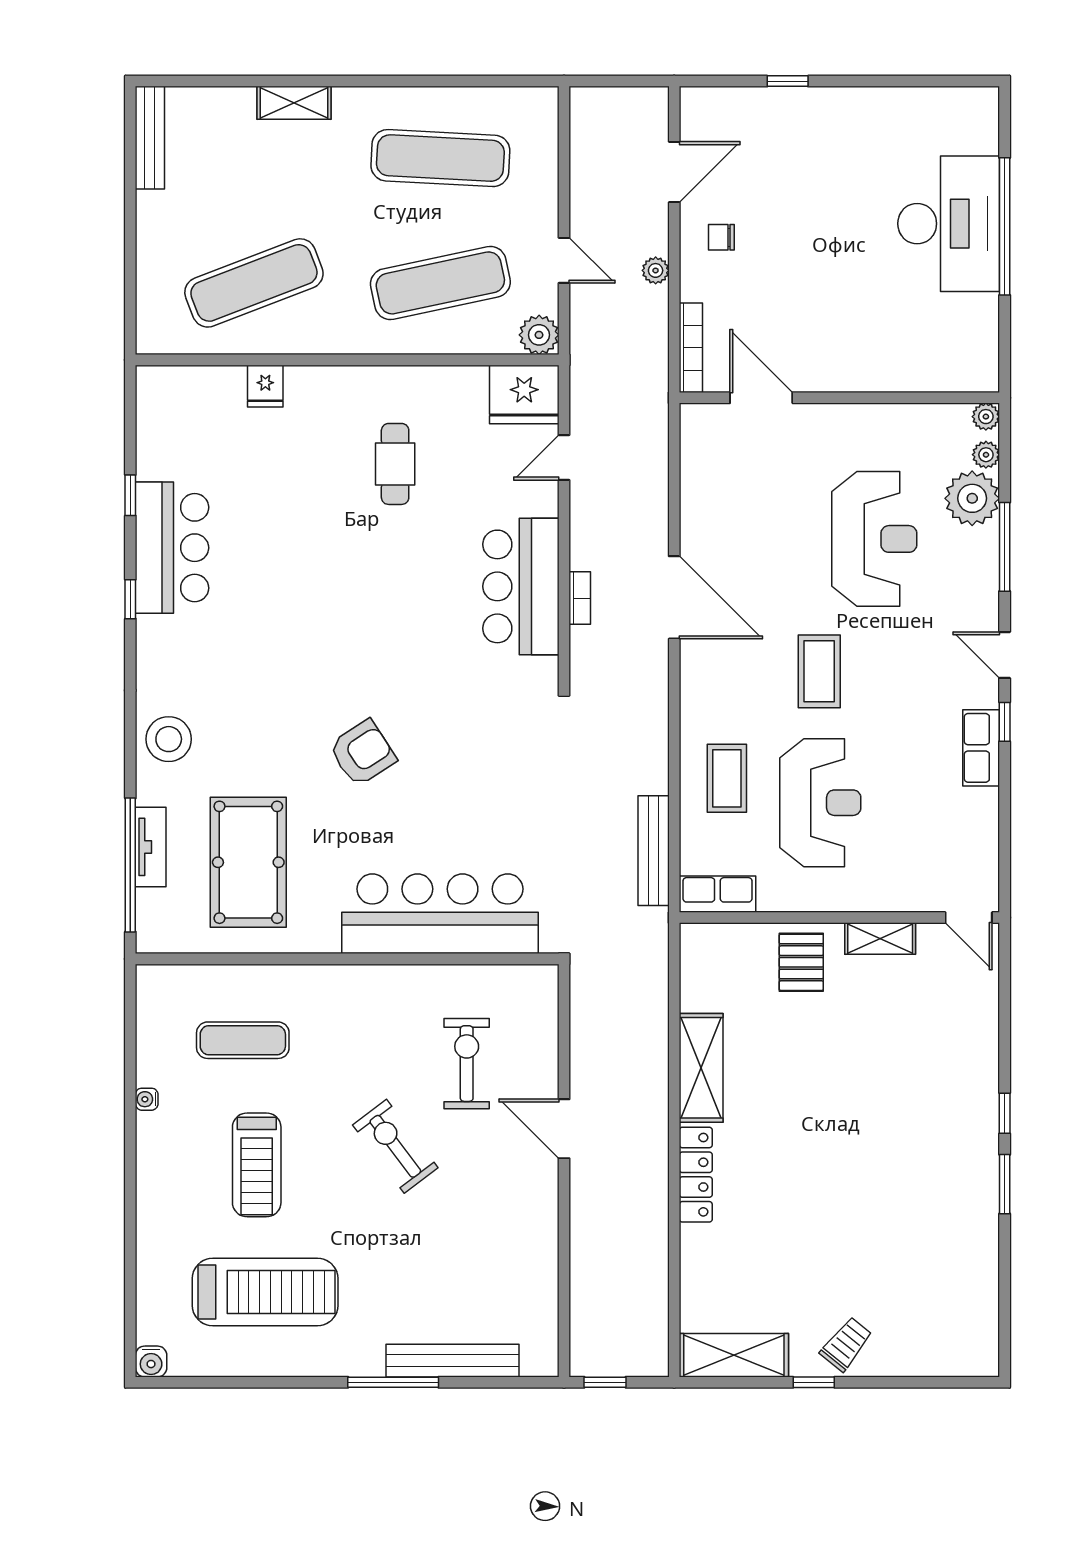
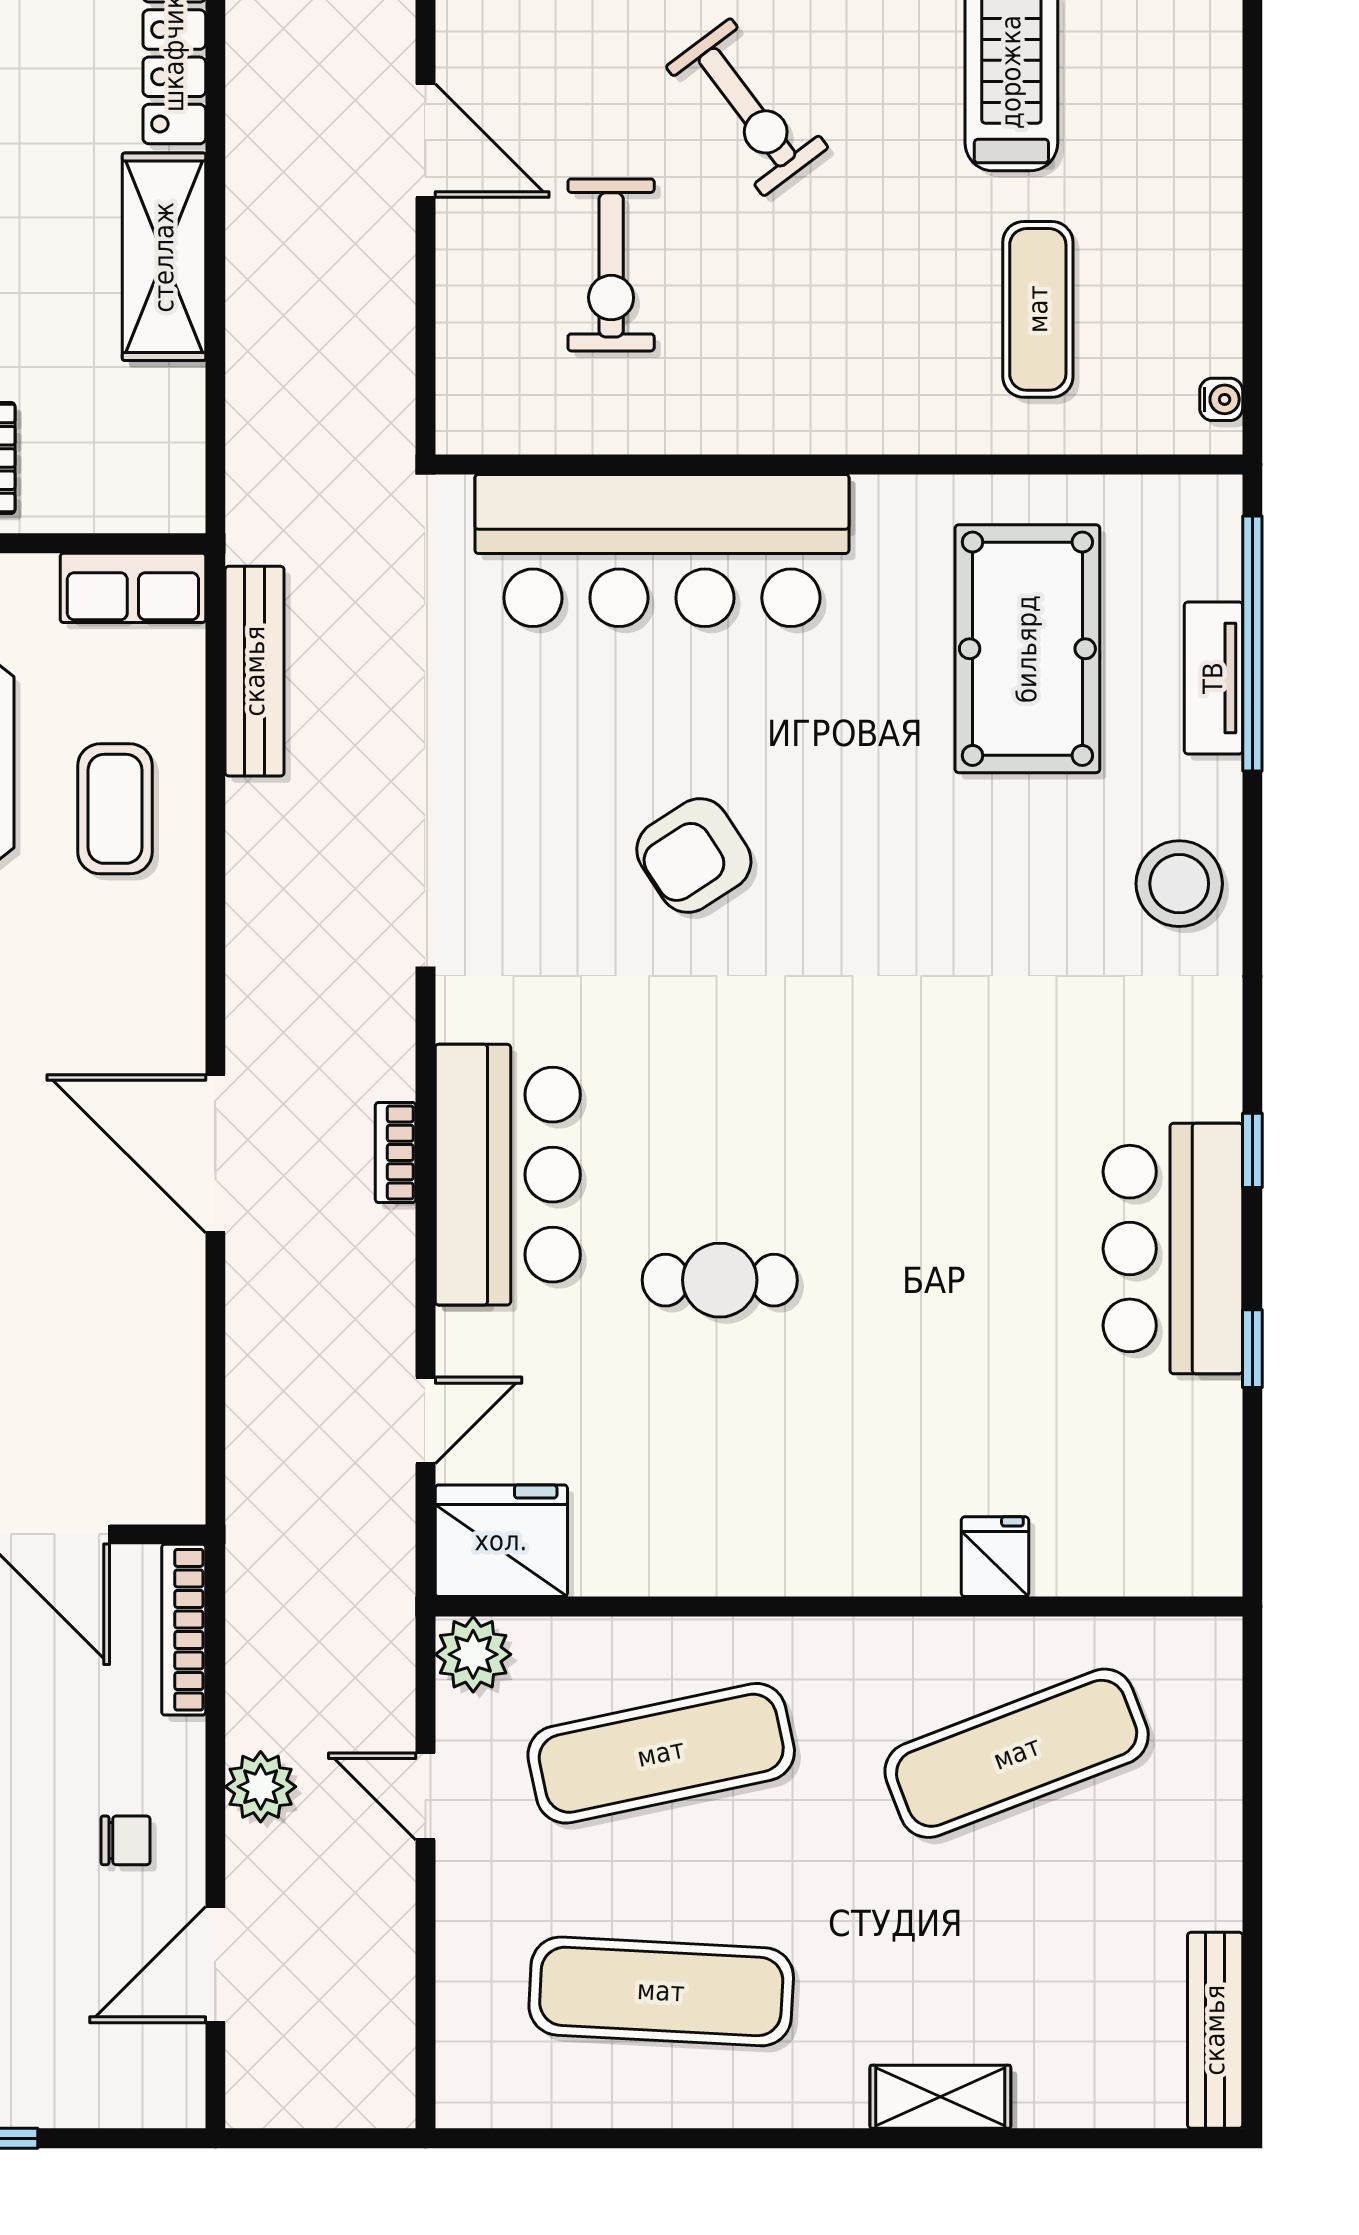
plant: (656, 270) -> (261, 1787), width x1.38, depth x1.38
cafe table: (395, 464) -> (720, 1280), moved, turned 90
armchair: (363, 753) -> (694, 855), moved
exercise mat: (243, 1040) -> (1038, 309), turned 90
water cooler: (147, 1099) -> (1221, 399), moved

